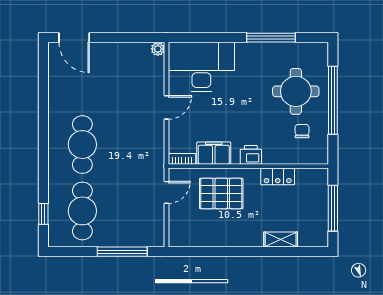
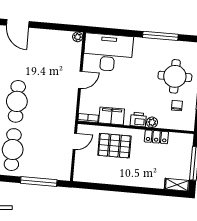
plant: (270, 157) -> (152, 122), added
shelving: (281, 240) -> (177, 185), moved

